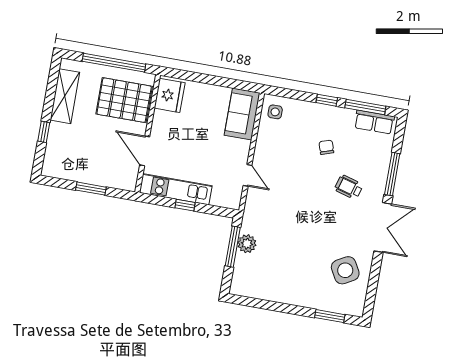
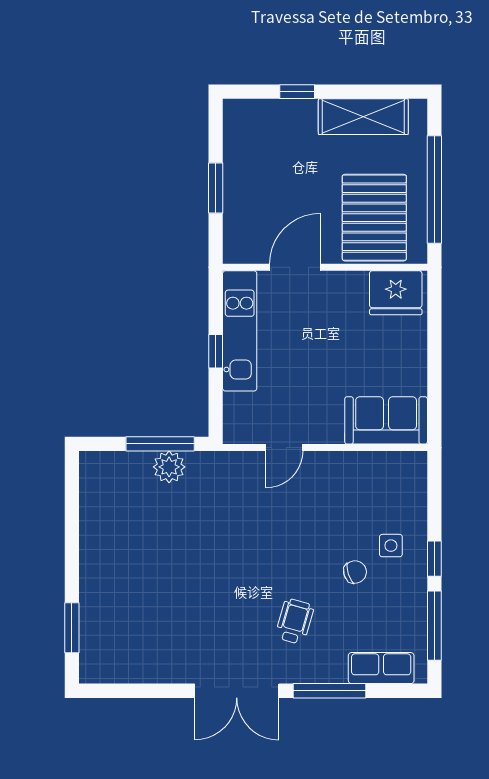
side table: (275, 112) -> (391, 546), moved
row of seats: (374, 122) -> (381, 668), moved, turned 90
side table: (345, 270) -> (153, 640), removed

